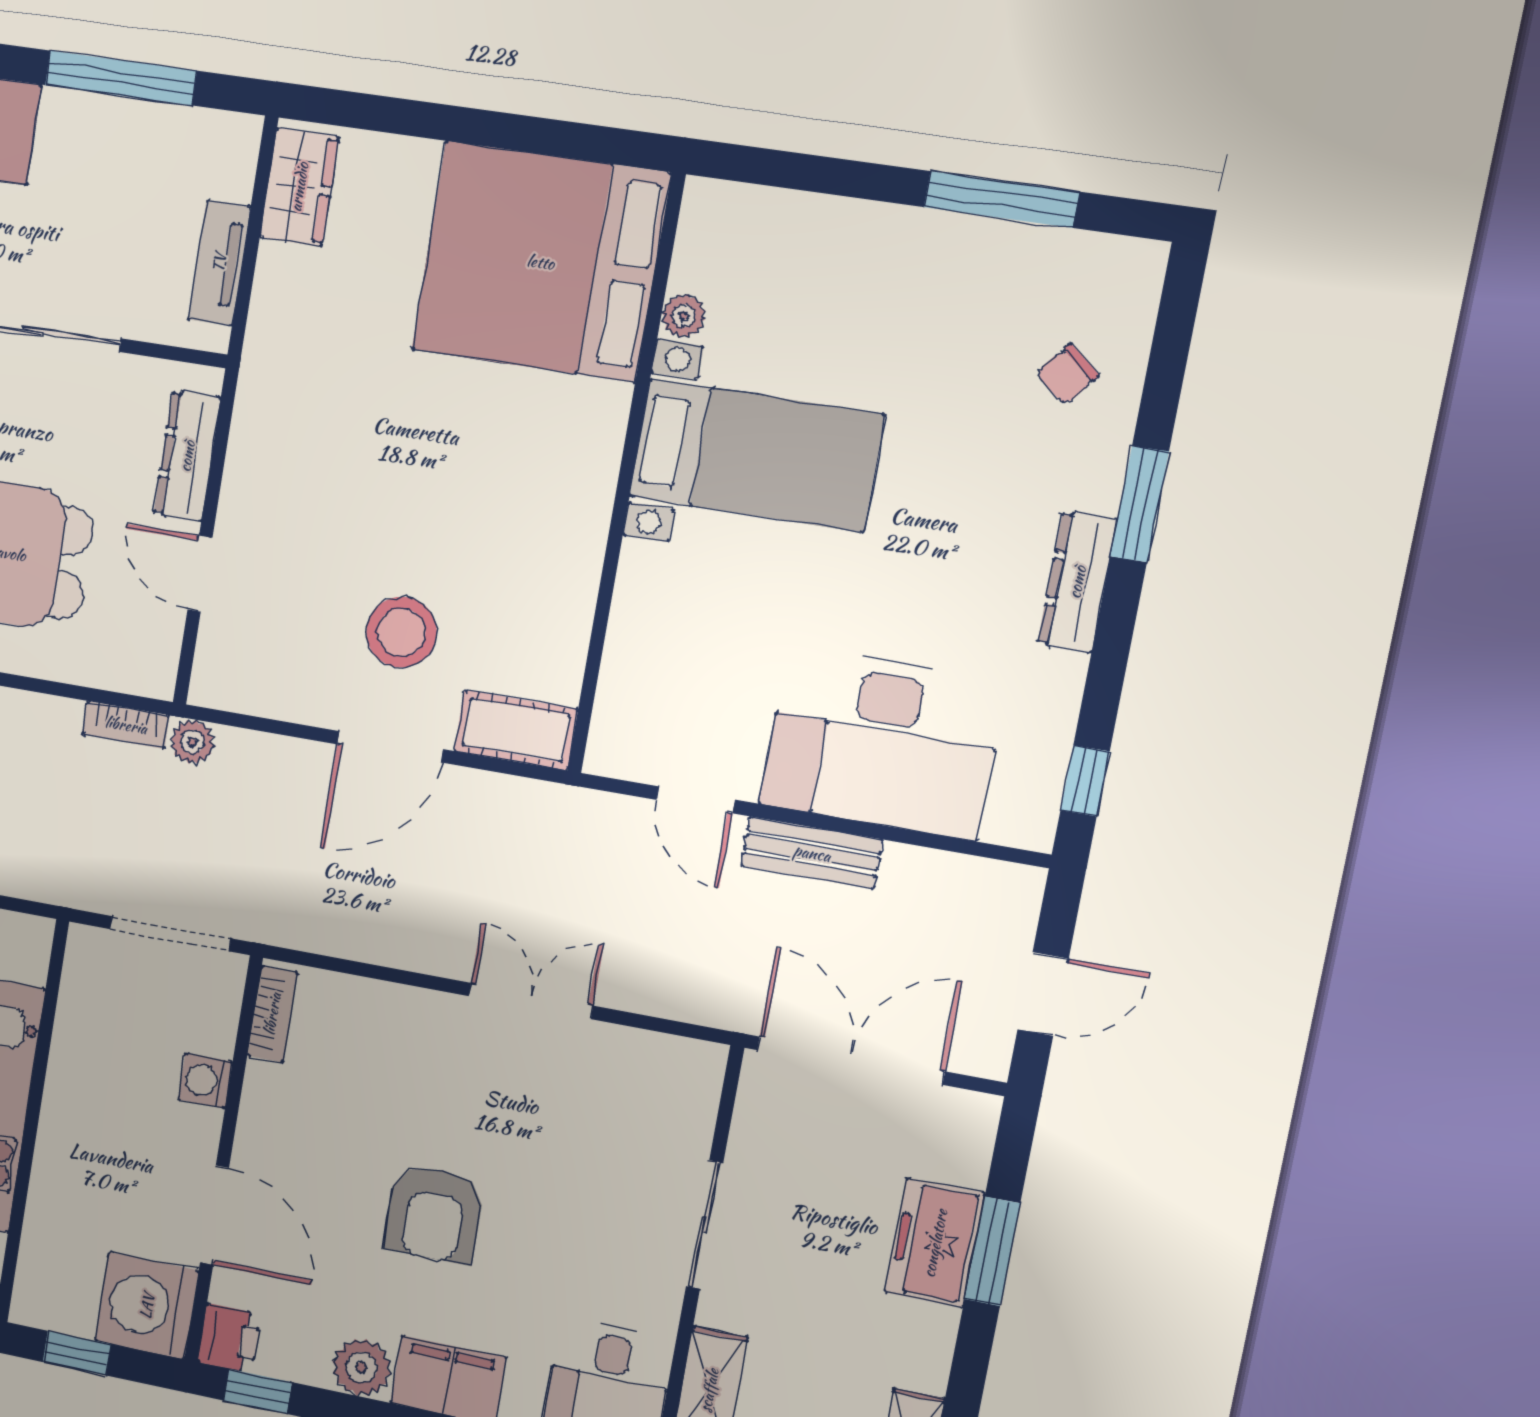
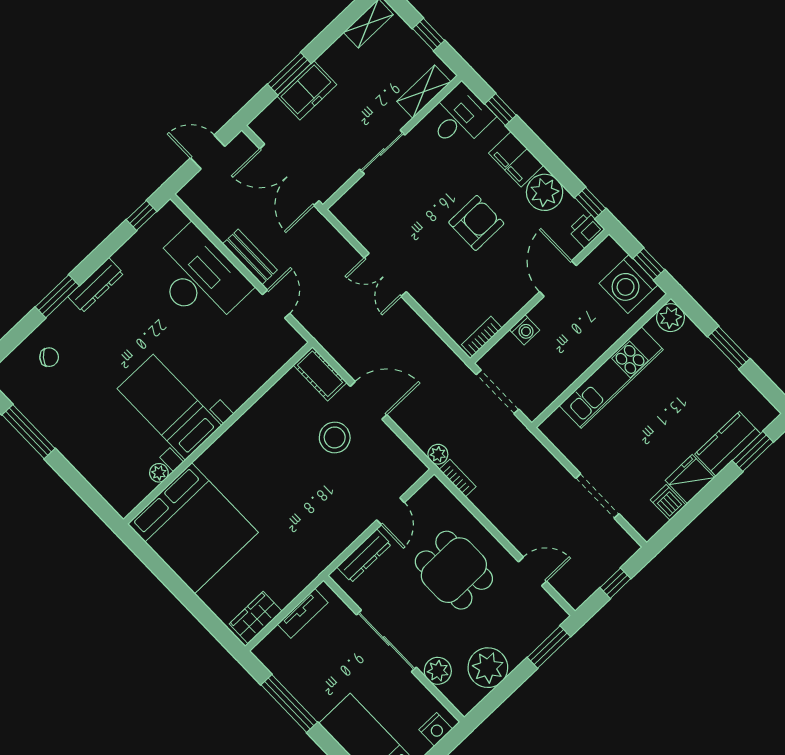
washing machine: (147, 1306) -> (629, 284), moved, turned 90
plant: (361, 1367) -> (545, 192), width x1.36, depth x1.36

